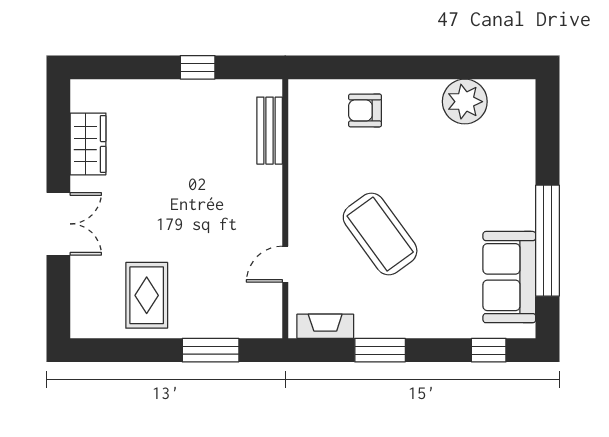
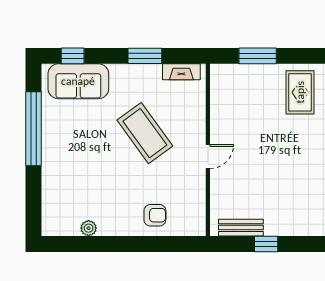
plant: (465, 102) -> (89, 228), width x0.53, depth x0.53
bench: (270, 131) -> (241, 228), moved, turned 90
door: (285, 264) -> (208, 156), moved
sofa: (509, 277) -> (78, 81), moved, turned 90

